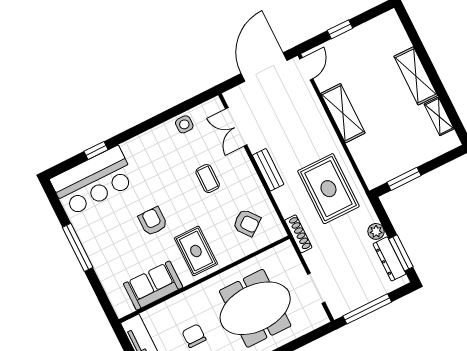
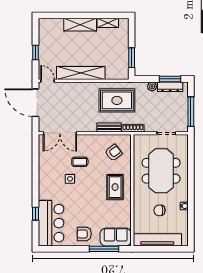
shelving: (343, 113) -> (81, 73), width x1.47
side table: (184, 124) -> (70, 179), moved
double door: (236, 127) -> (60, 133), width x1.37
bench: (268, 170) -> (109, 127), moved
armchair: (153, 221) -> (84, 234), moved
window: (78, 247) -> (104, 249), moved
rug: (196, 251) -> (115, 187), turned 90
sofa: (153, 286) -> (116, 237), moved, turned 90

